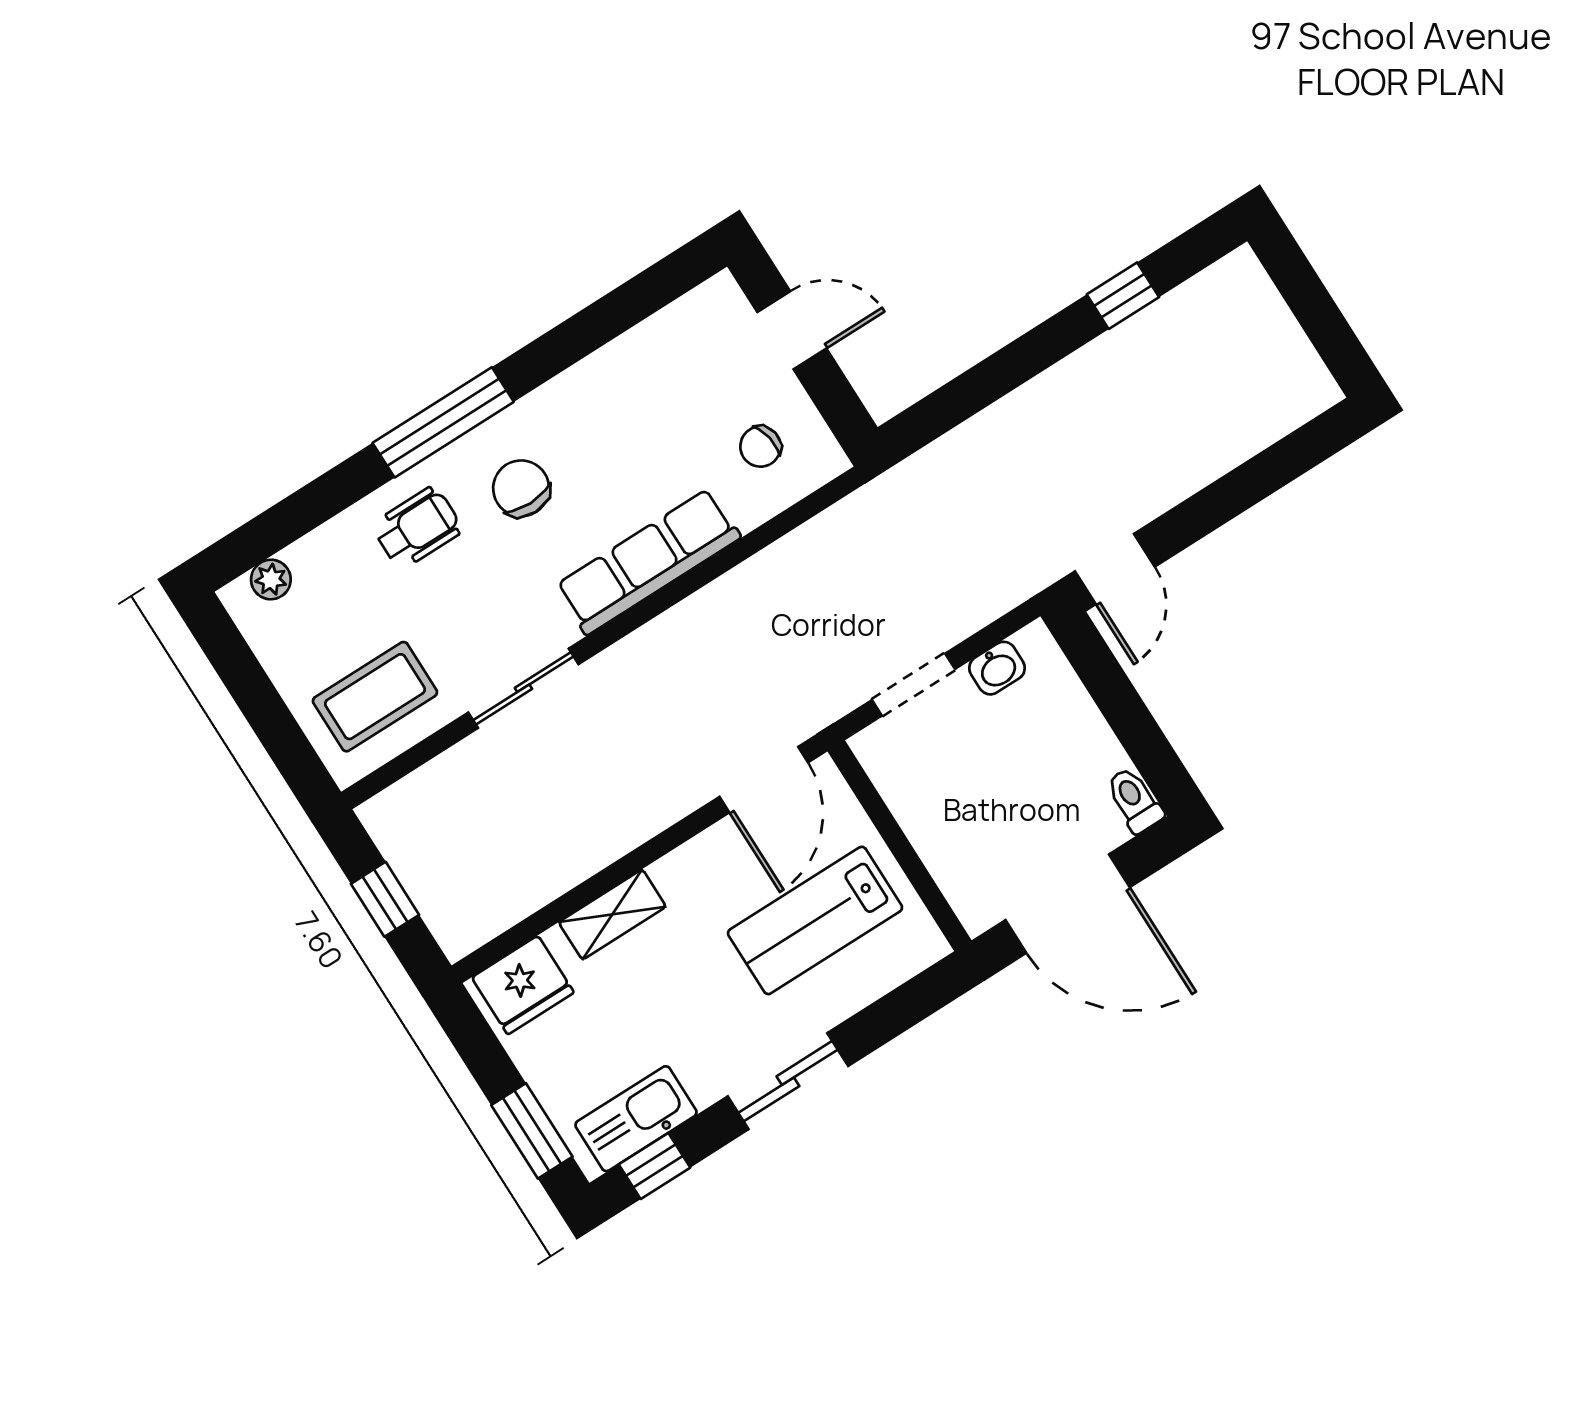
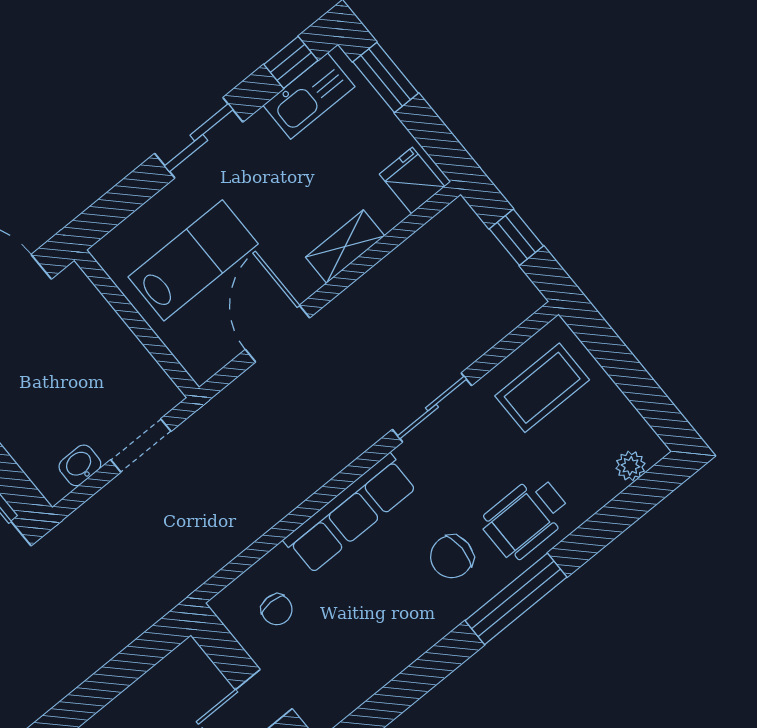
chair: (760, 447) -> (277, 610), turned 100
chair: (521, 488) -> (452, 557), turned 90
wheelchair: (417, 528) -> (526, 518), width x1.36, depth x1.37
door: (764, 780) -> (278, 334), moved
fridge: (523, 985) -> (412, 180), width x0.72

